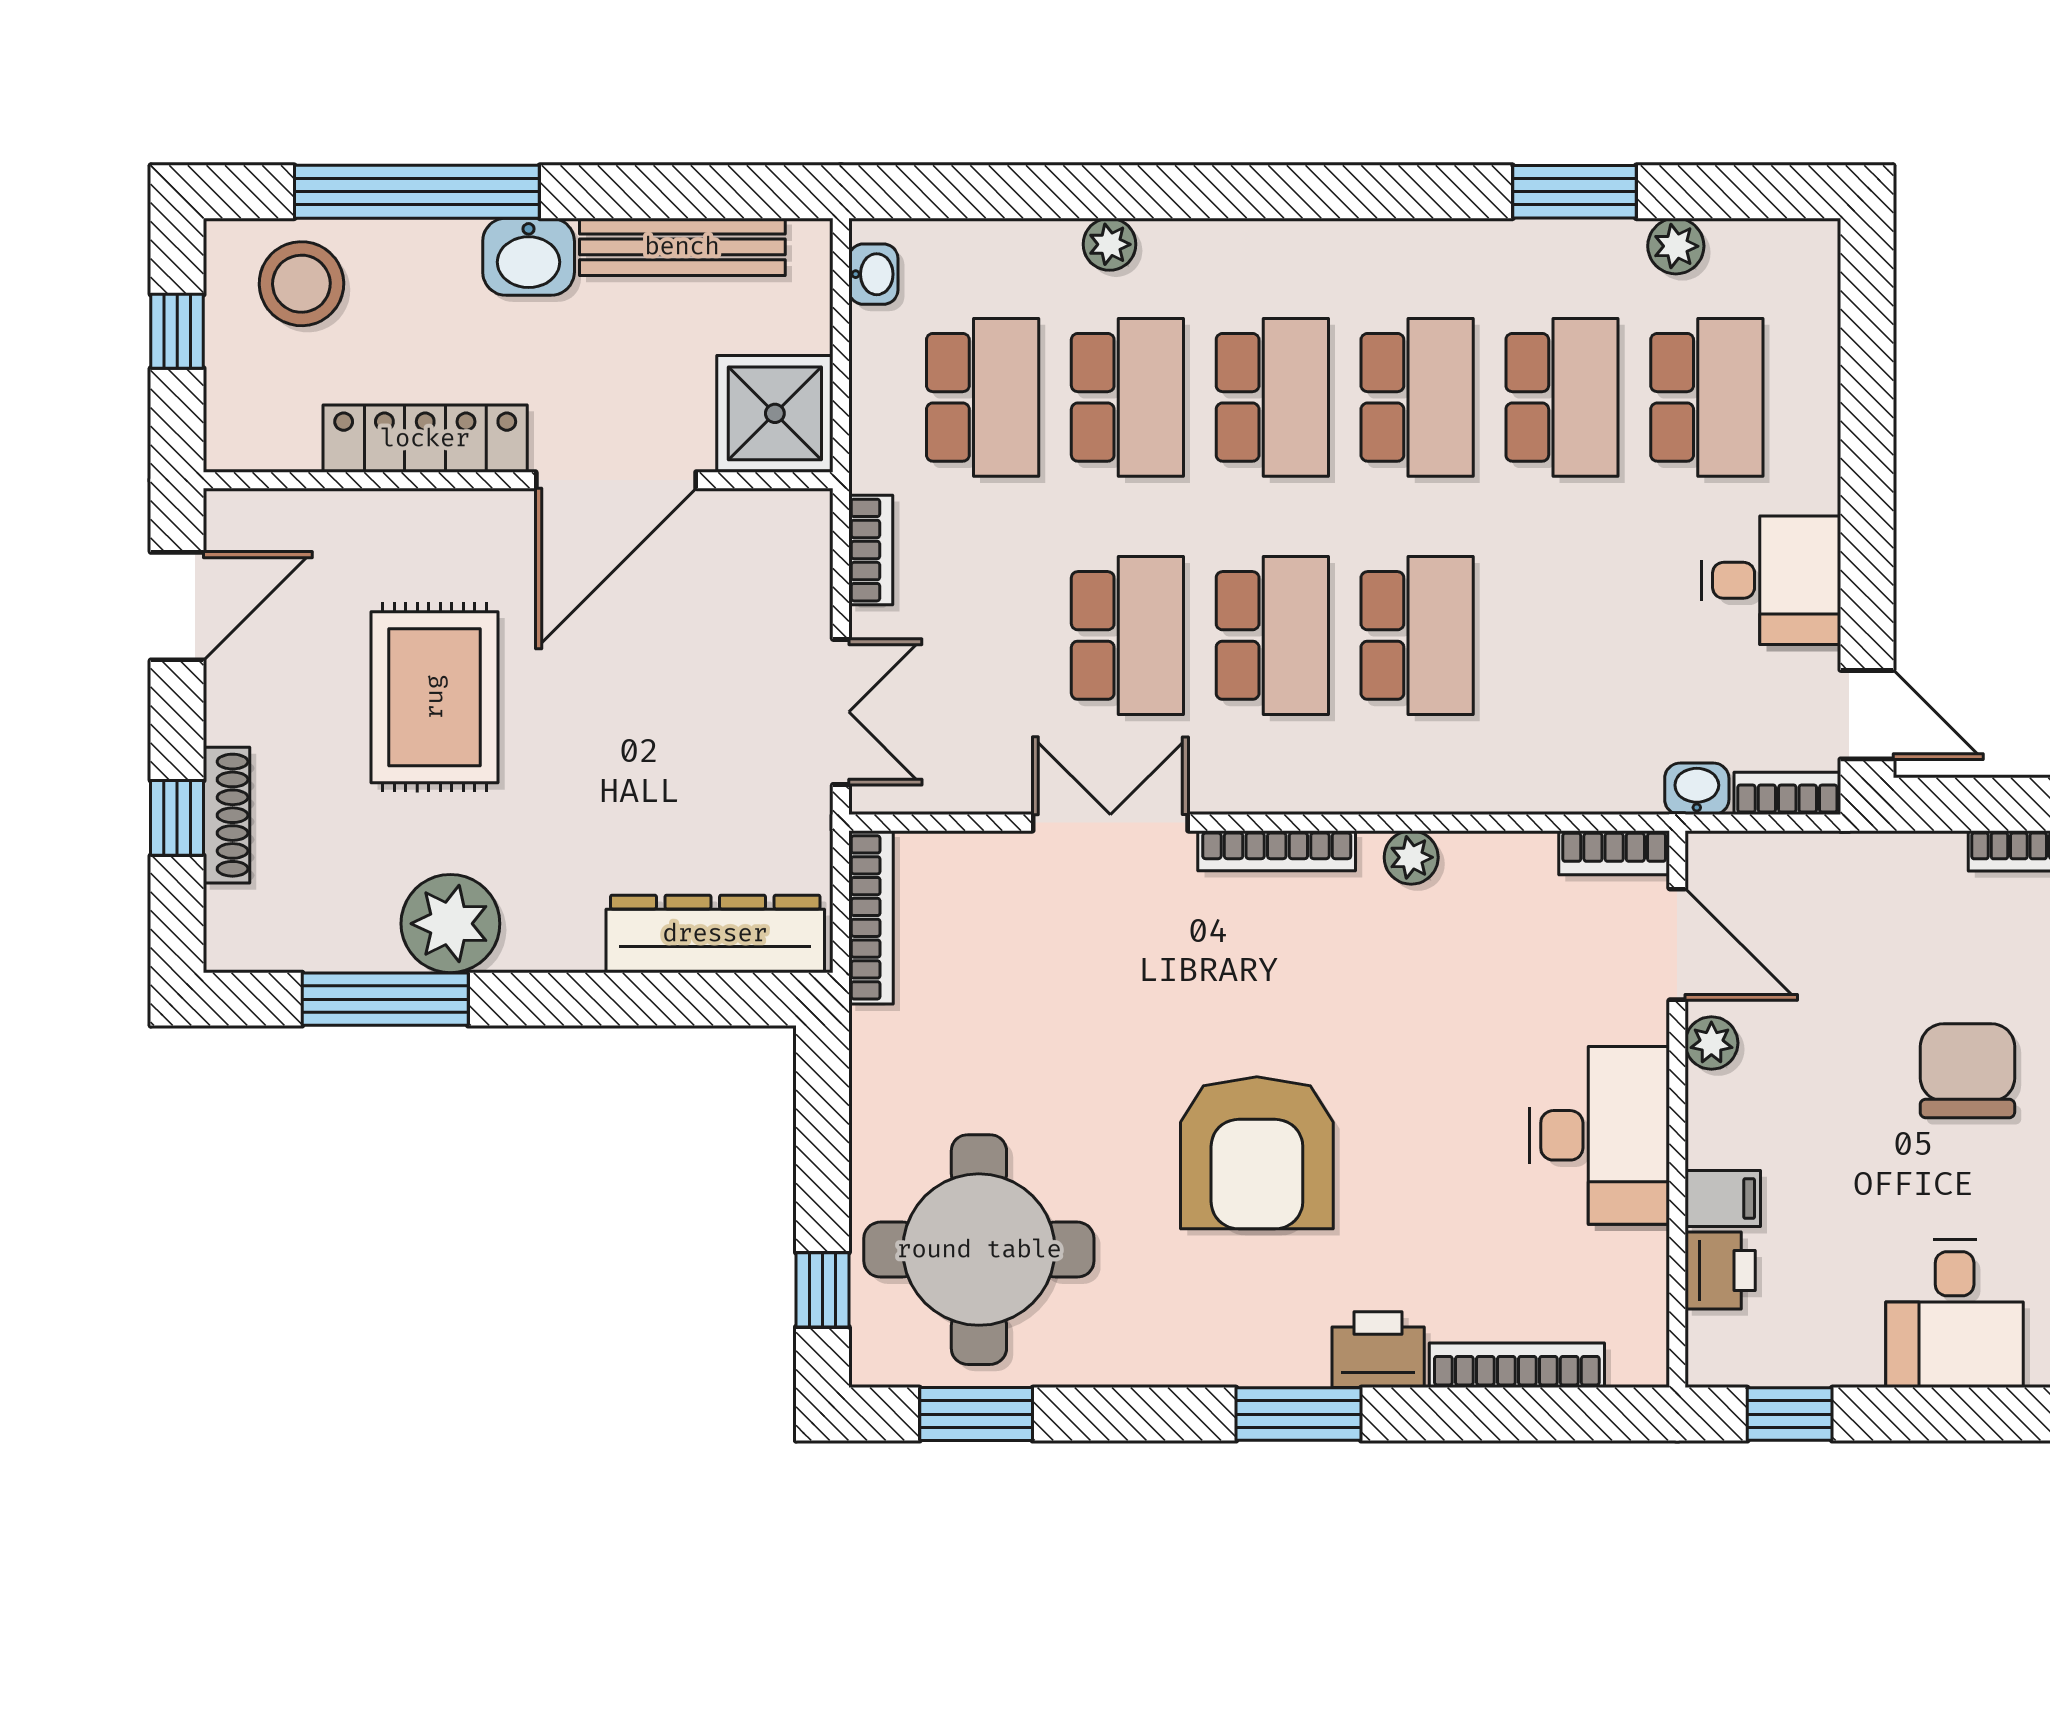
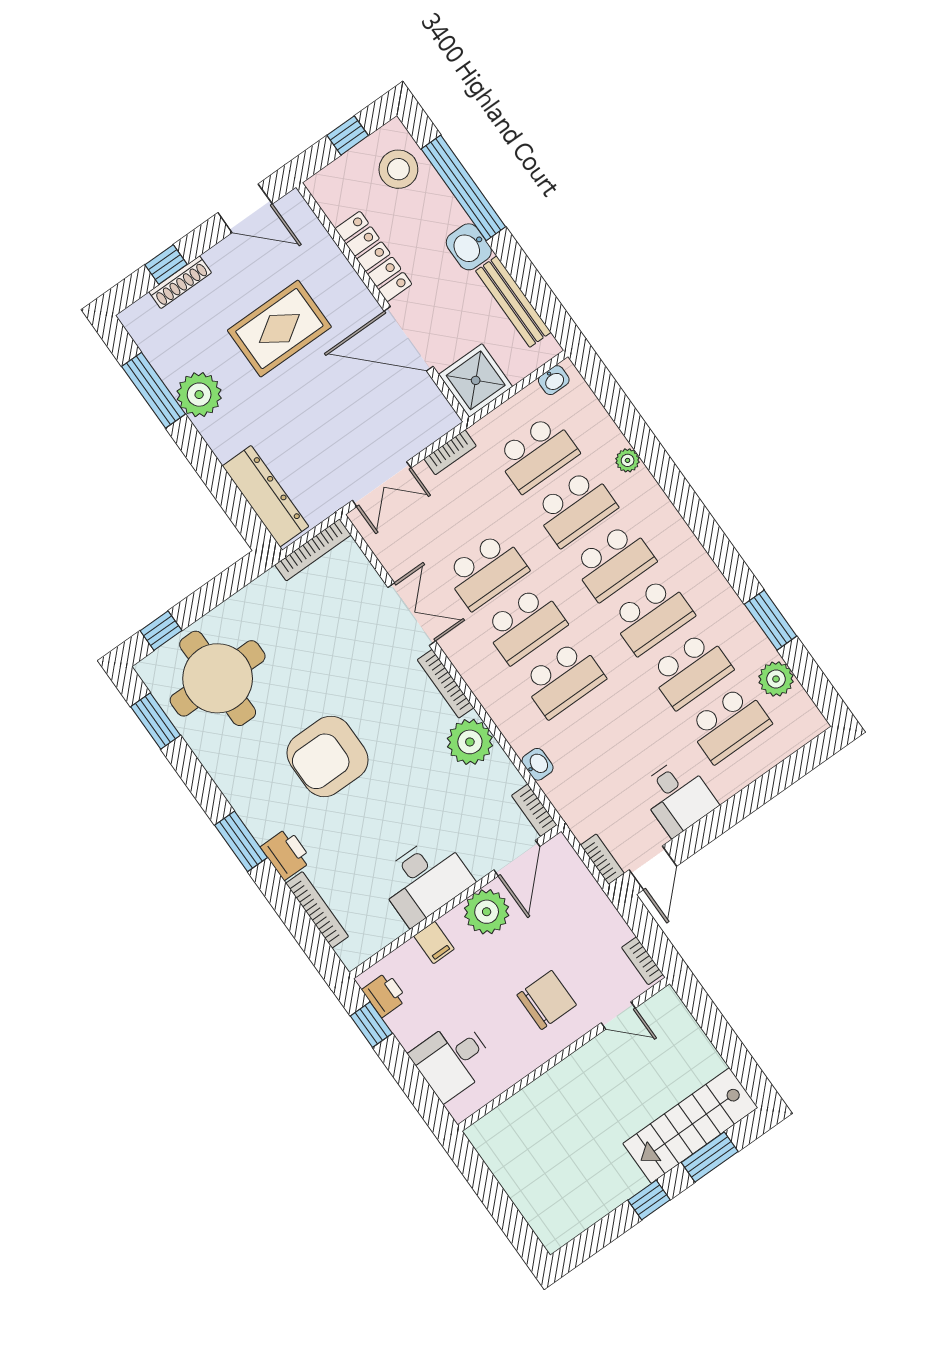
plant: (1676, 246) -> (776, 679), width x1.38, depth x1.38
washbasin: (1697, 789) -> (538, 764), moved
plant: (1411, 857) -> (470, 742), width x1.88, depth x1.88
plant: (1711, 1043) -> (487, 912), width x1.87, depth x1.87
printer: (1720, 1271) -> (384, 995), moved, turned -90

